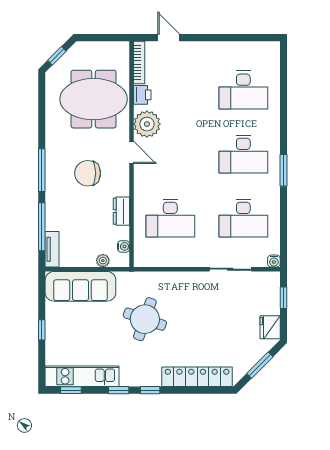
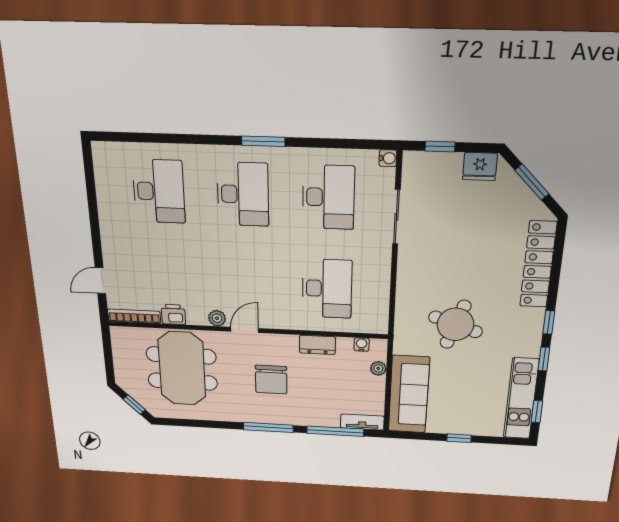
plant: (147, 124) -> (217, 318), width x0.53, depth x0.53

